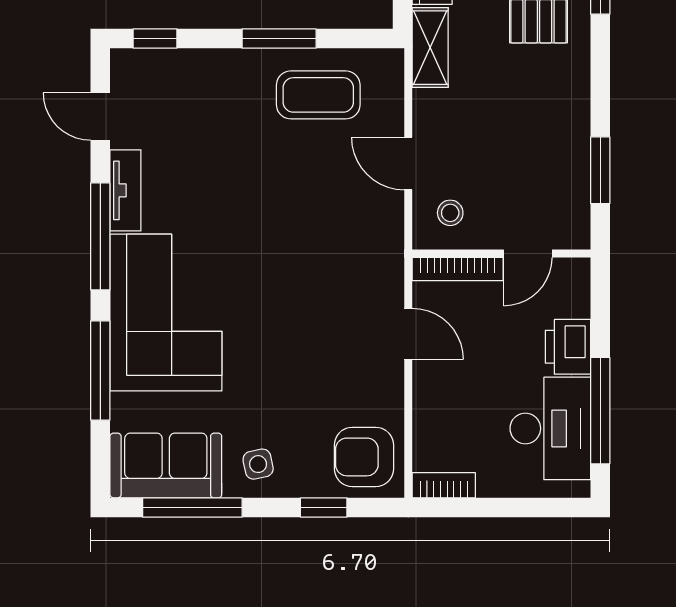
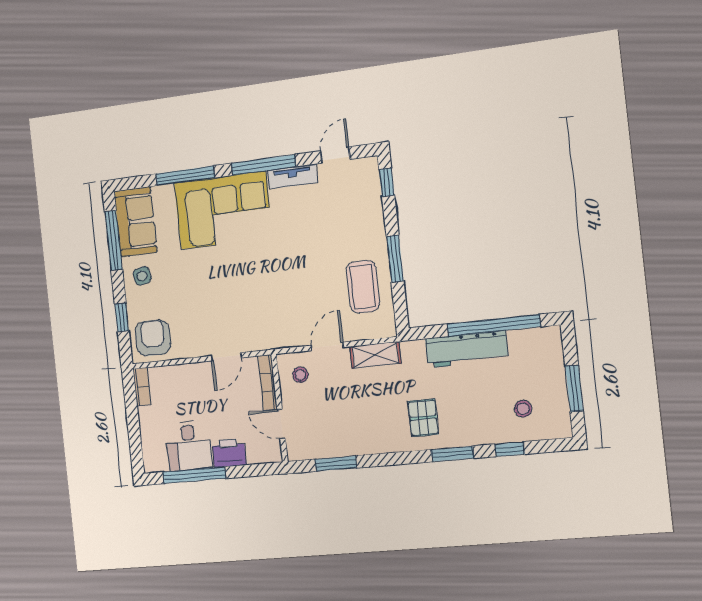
shelving: (430, 48) -> (375, 355), moved
desk: (550, 428) -> (189, 446), width x0.73

